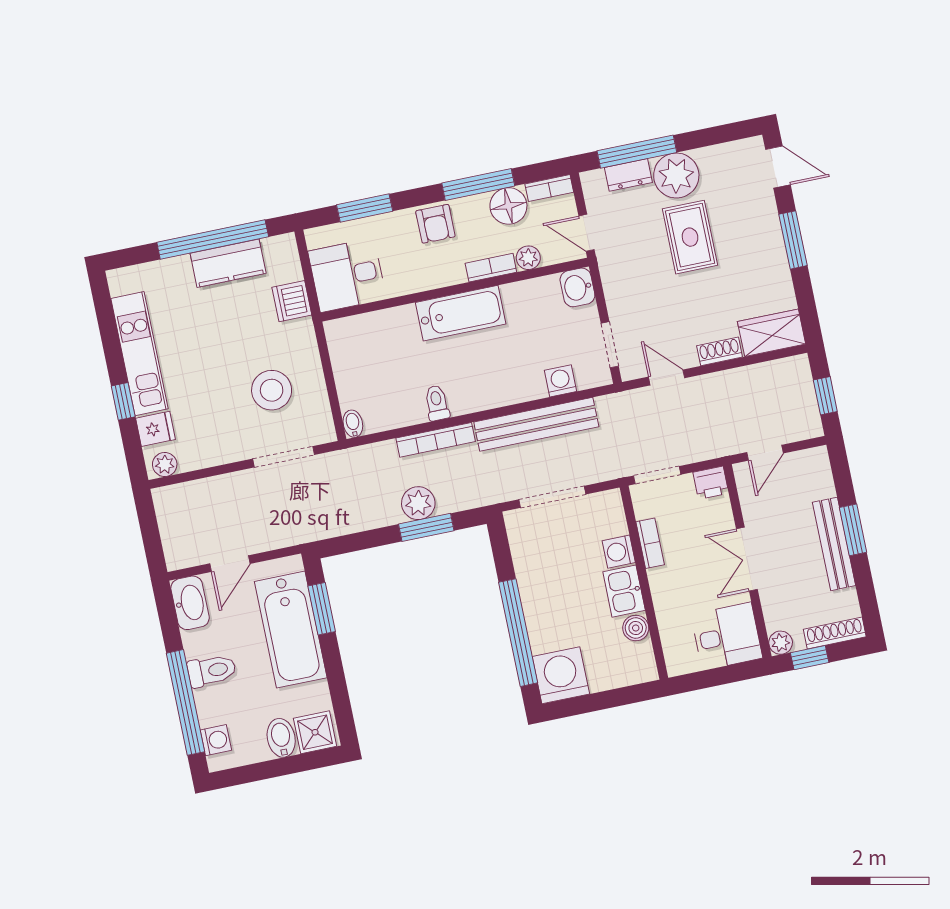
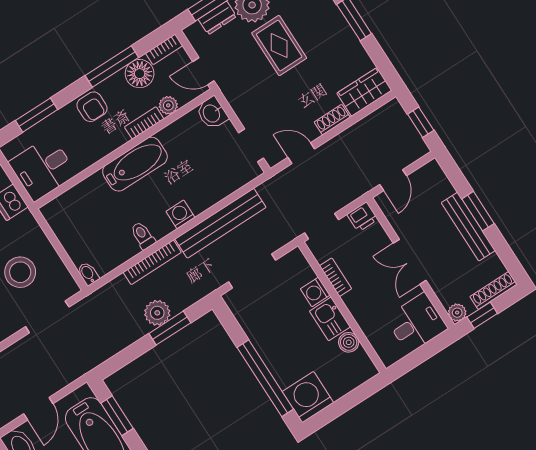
washing machine: (560, 381) -> (180, 214), moved

